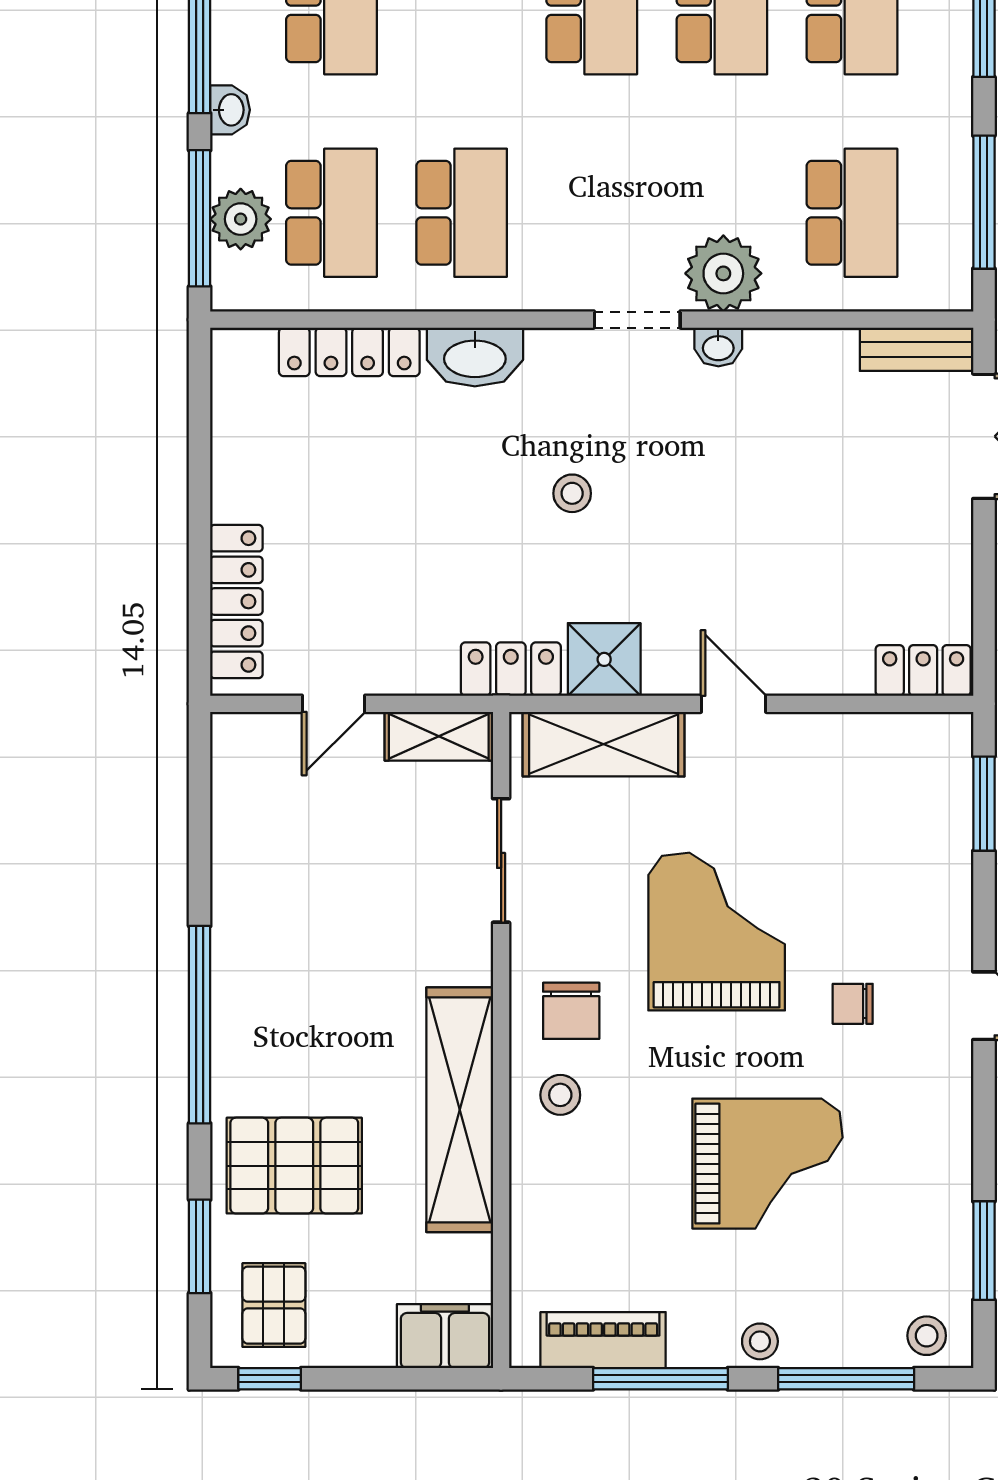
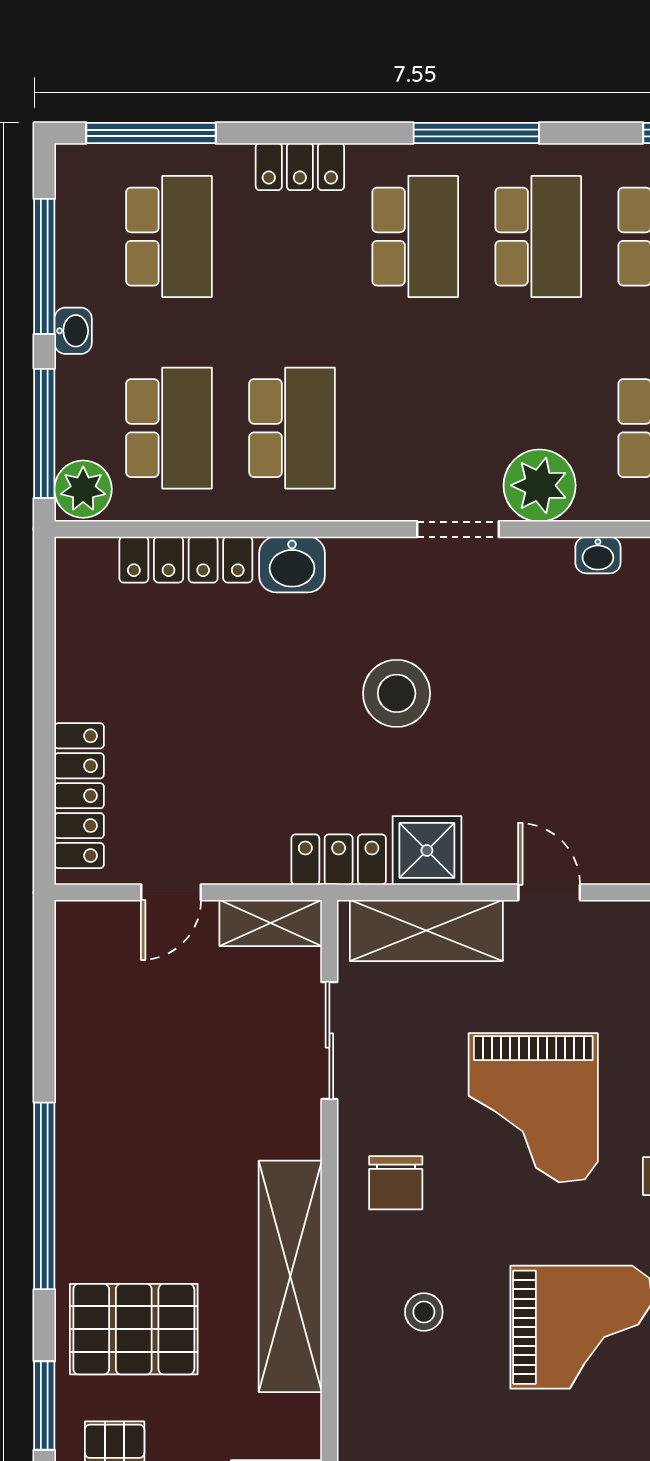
plant: (241, 219) -> (83, 489), moved
washbasin: (718, 347) -> (598, 555), moved
washbasin: (475, 357) -> (292, 564), width x0.72
stool: (572, 493) -> (397, 693), width x1.89, depth x1.89
grand piano: (717, 932) -> (533, 1108), turned 180
stool: (560, 1095) -> (424, 1312), moved

